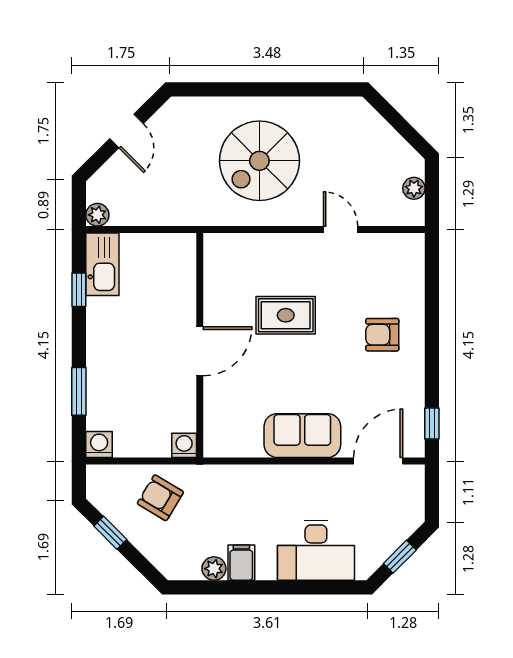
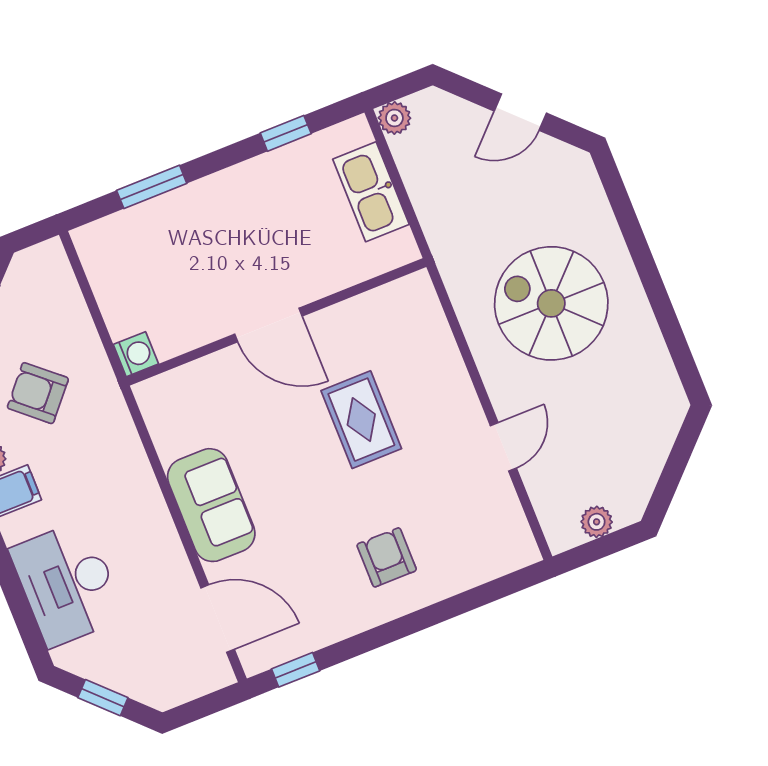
kitchen sink: (102, 264) -> (371, 192), moved, turned 90
washing machine: (99, 445) -> (92, 242), removed
armchair: (160, 498) -> (38, 393), moved, turned -80

